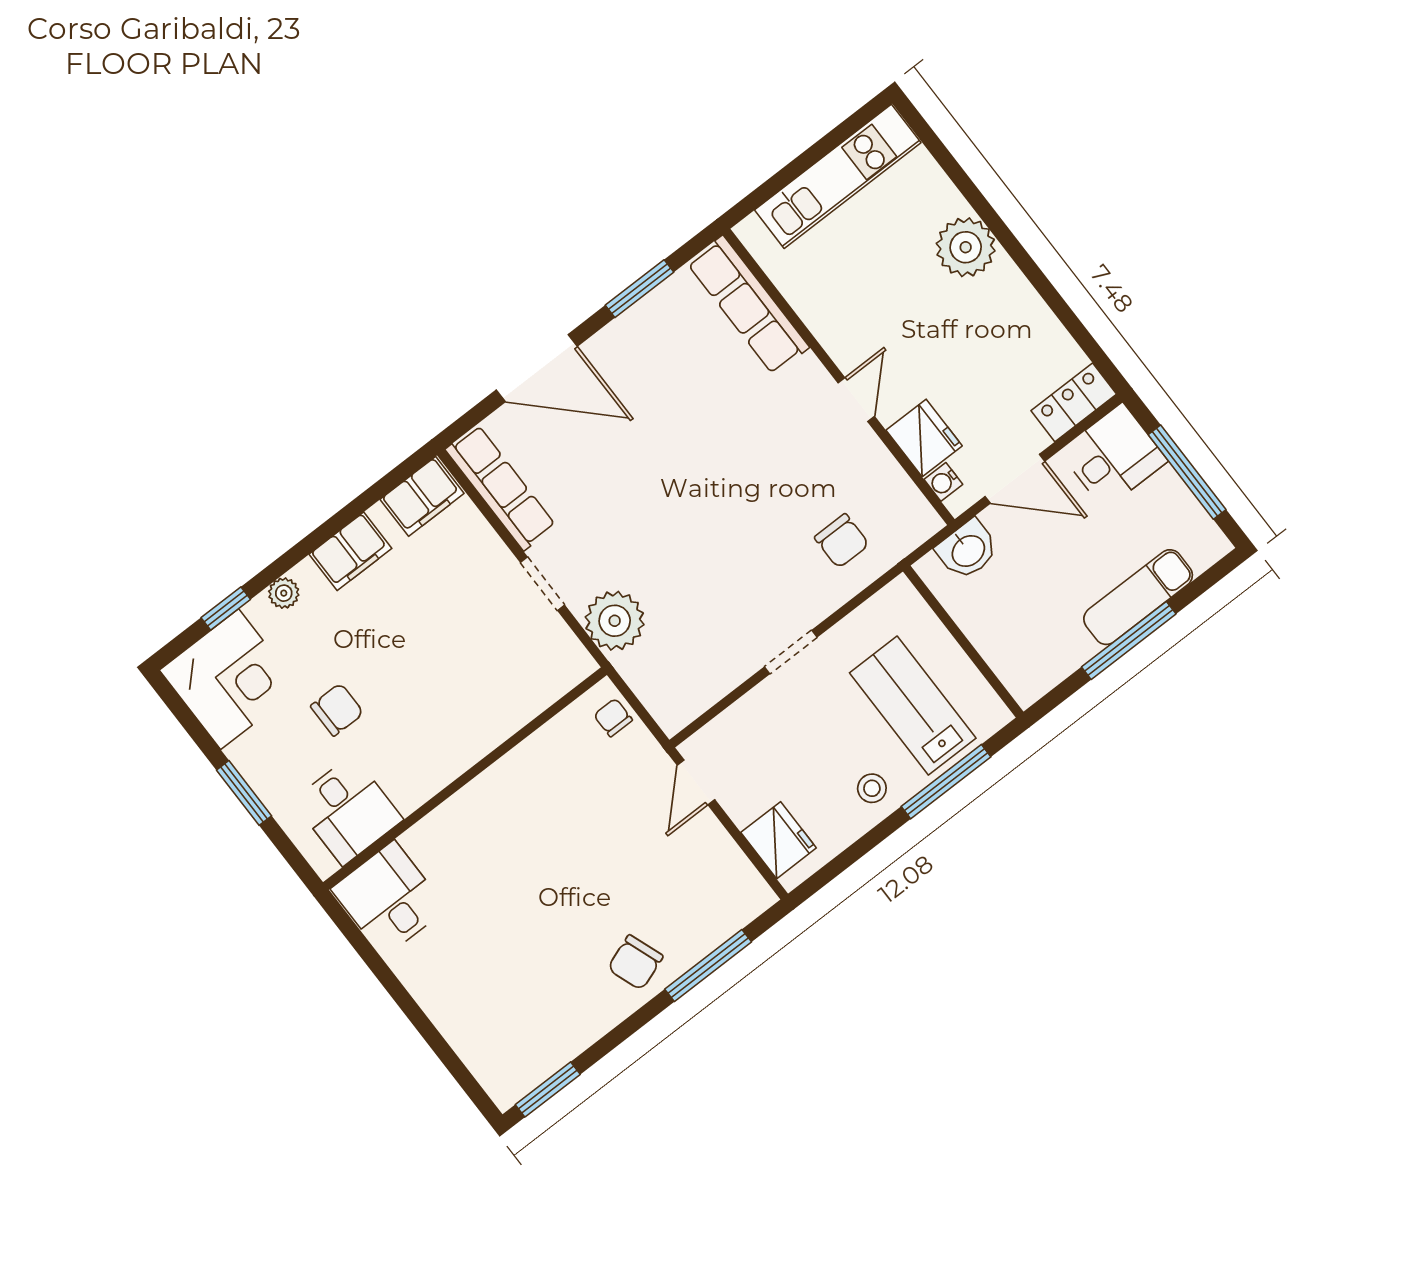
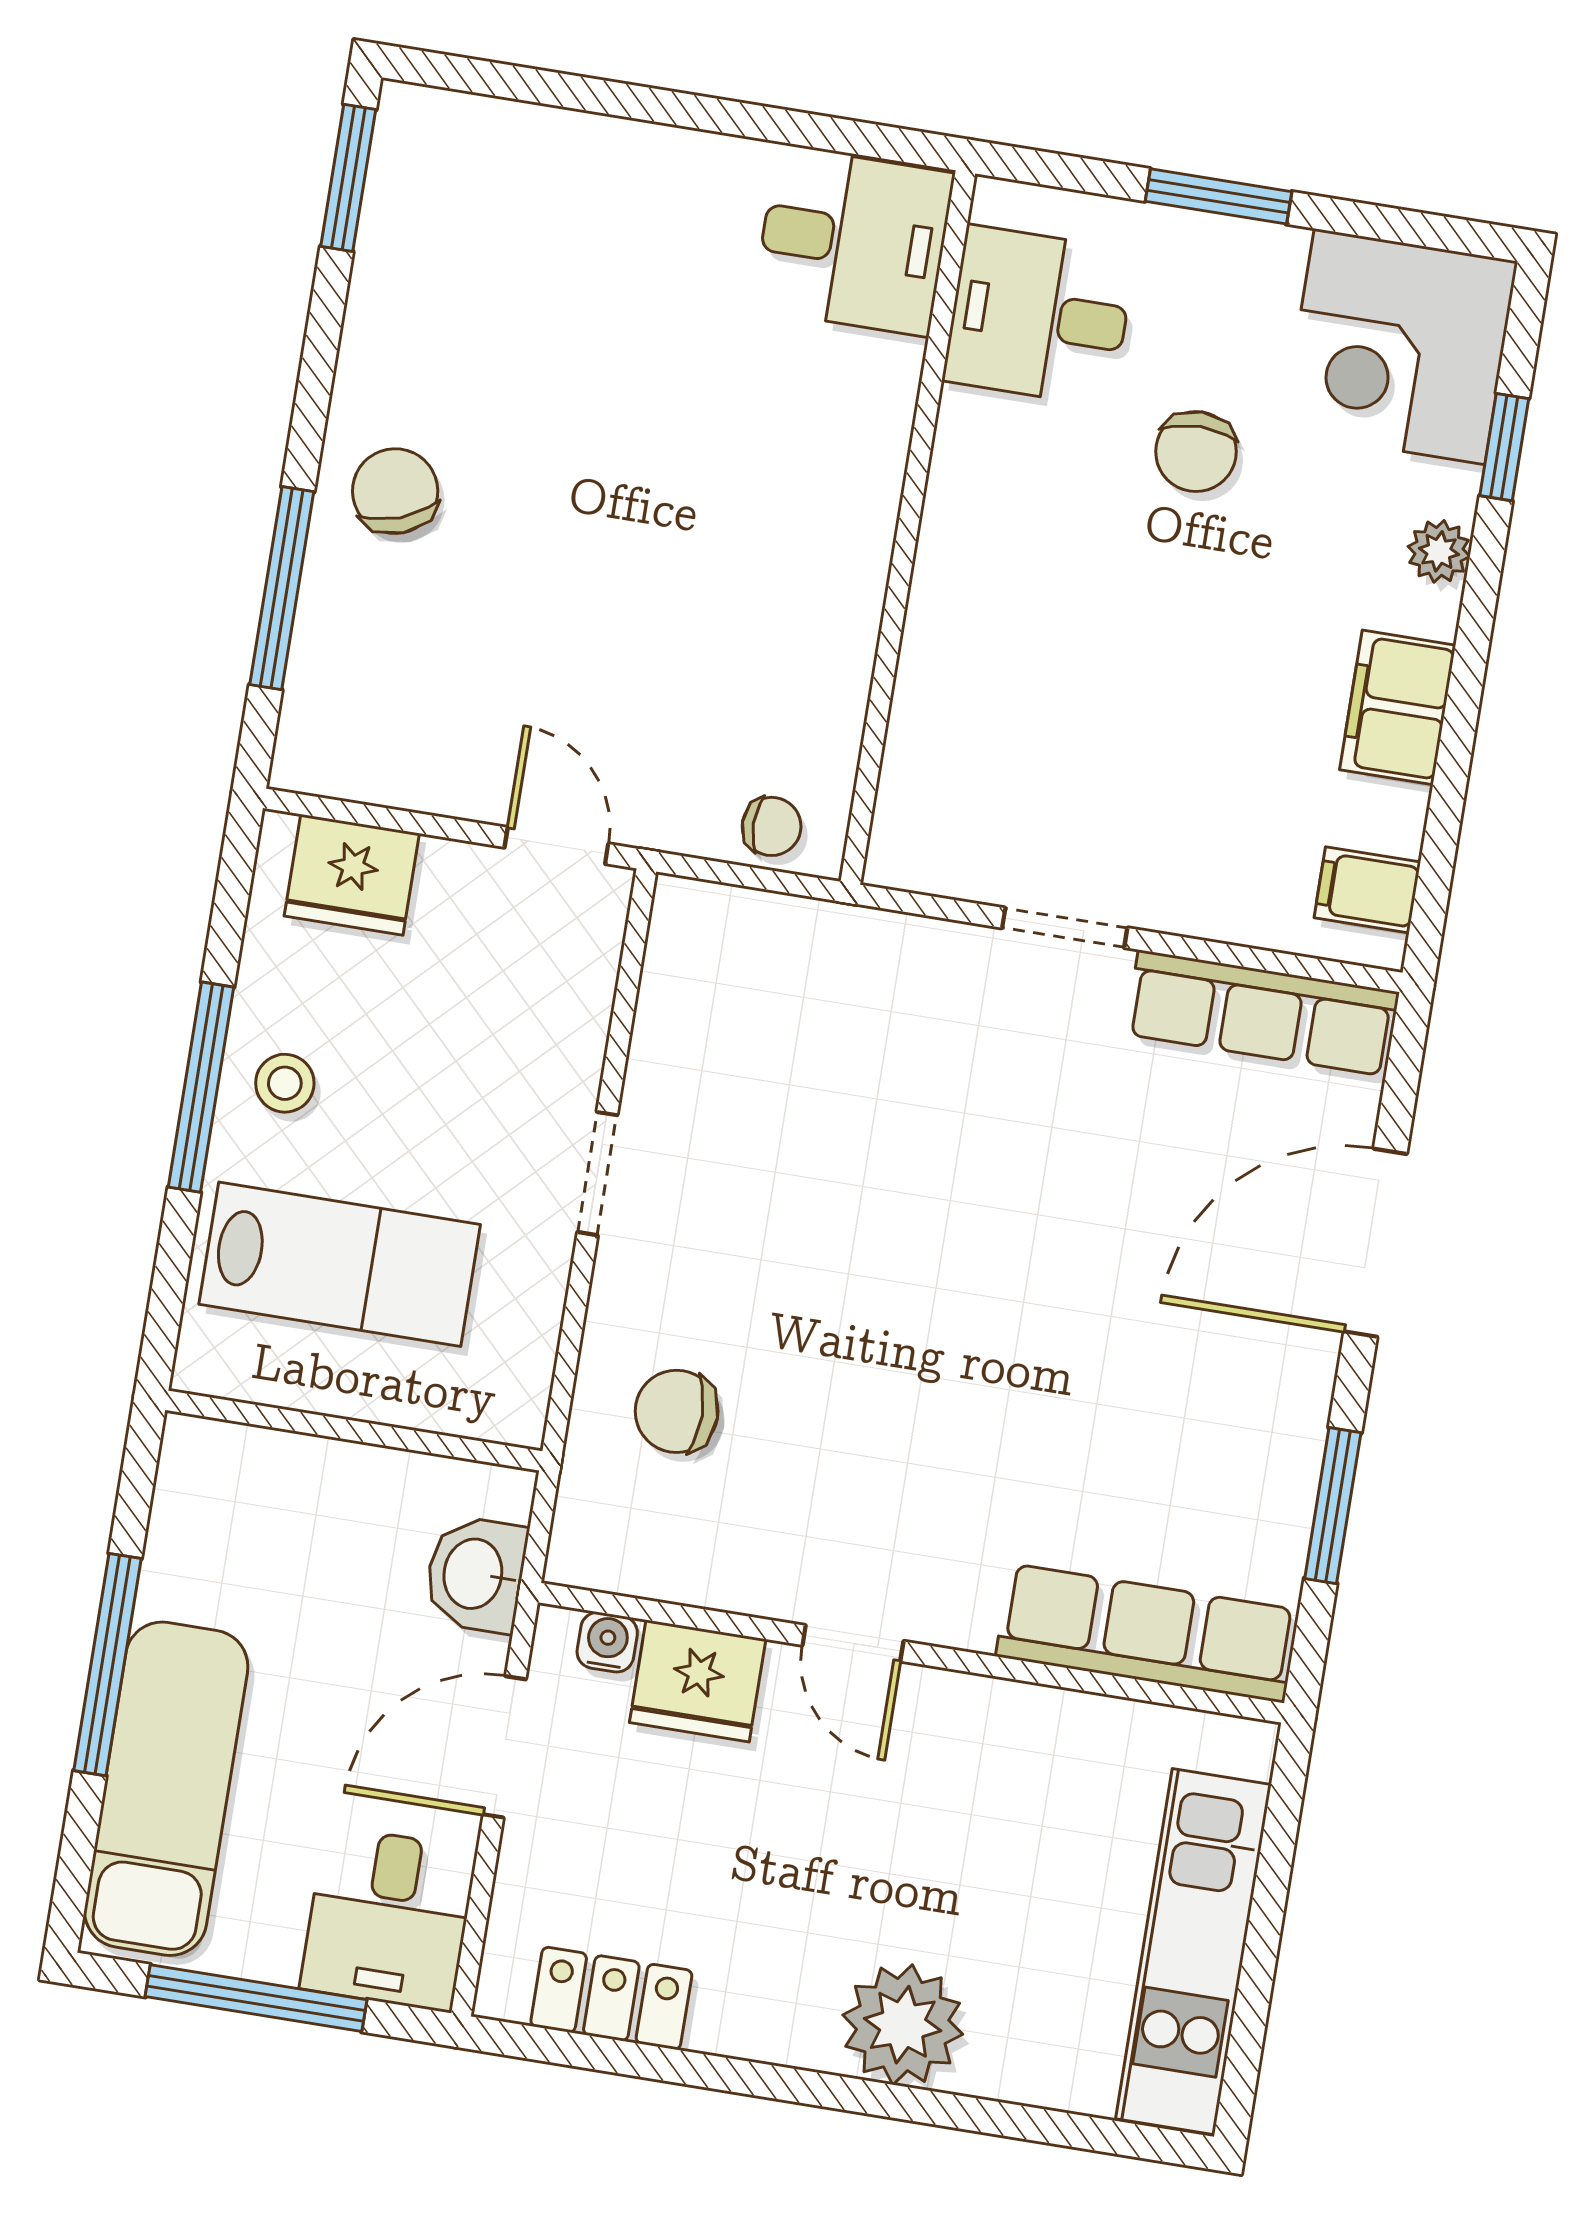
locker: (1074, 402) -> (611, 1998), moved, turned -90
filing cabinet: (422, 496) -> (1367, 890), width x0.50
exam couch: (1138, 597) -> (166, 1789), width x1.36, depth x1.45
plant: (615, 621) -> (905, 974), removed
window: (946, 782) -> (201, 1087), moved

